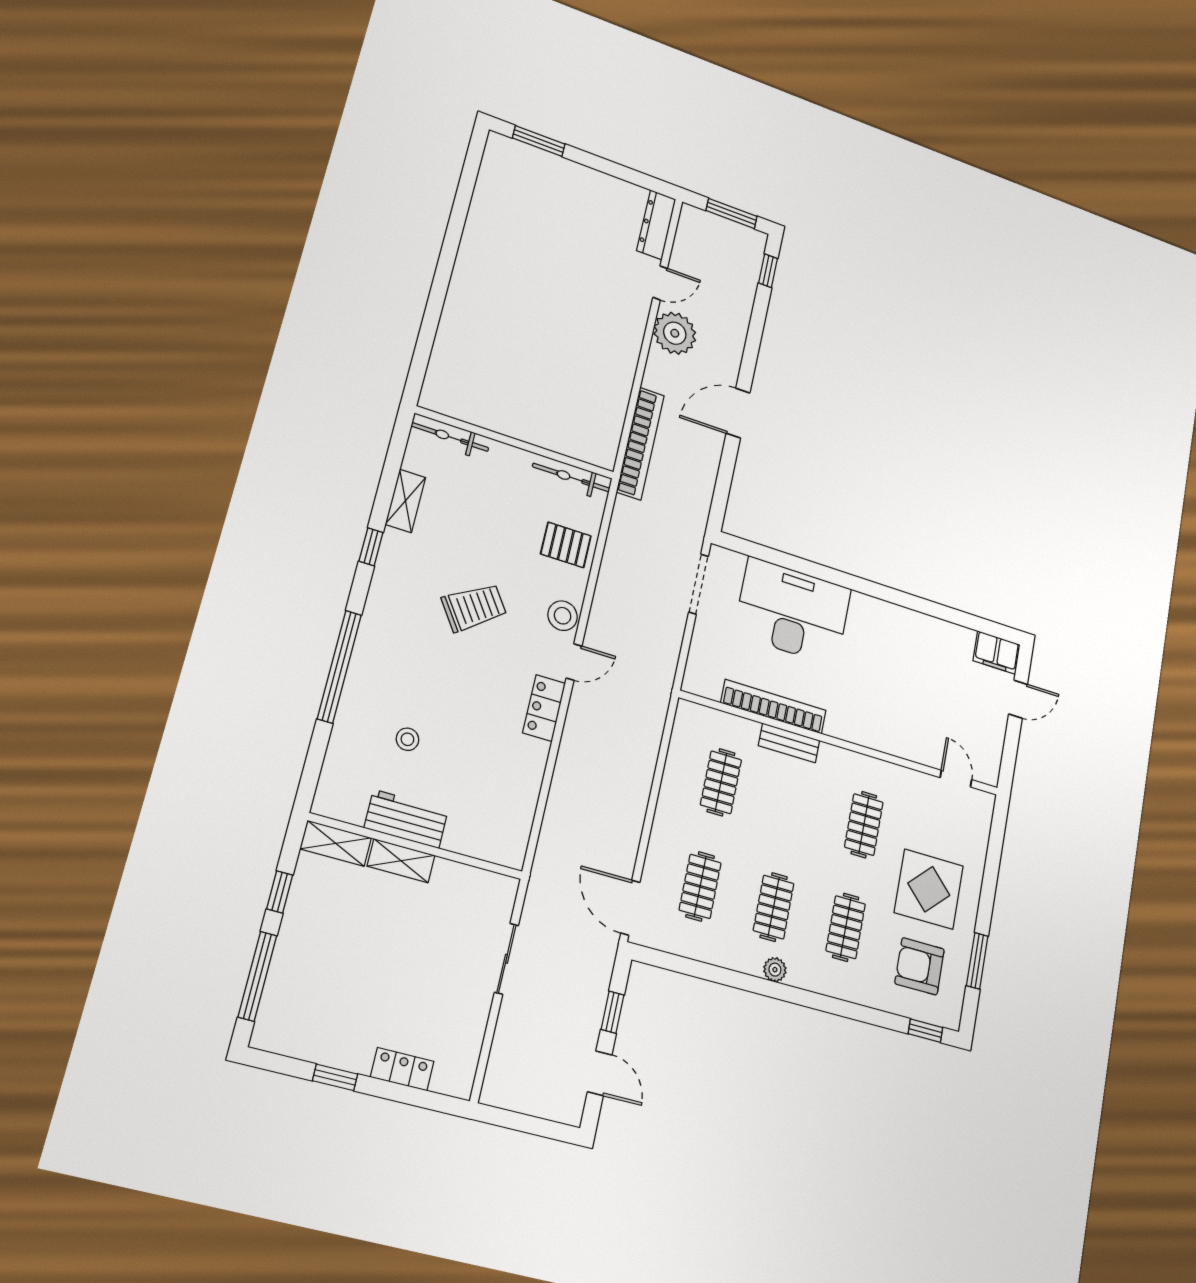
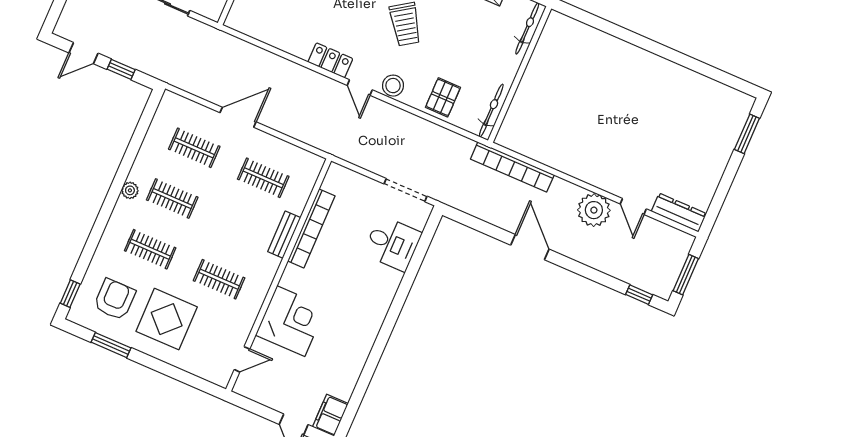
desk: (793, 611) -> (392, 243), width x0.53, depth x0.77
corner desk: (895, 719) -> (291, 321), added
door: (630, 908) -> (238, 117), moved

